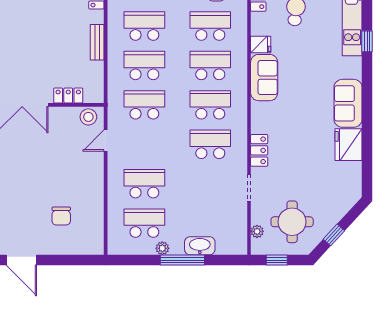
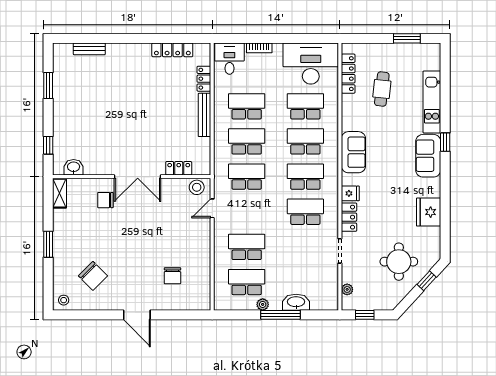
window: (367, 41) -> (445, 142), moved
bench: (97, 42) -> (205, 115), width x1.36
fridge: (261, 45) -> (350, 193), moved
sofa: (348, 103) -> (428, 156), moved
round table: (292, 222) -> (399, 262), moved
window: (334, 235) -> (427, 281), moved

